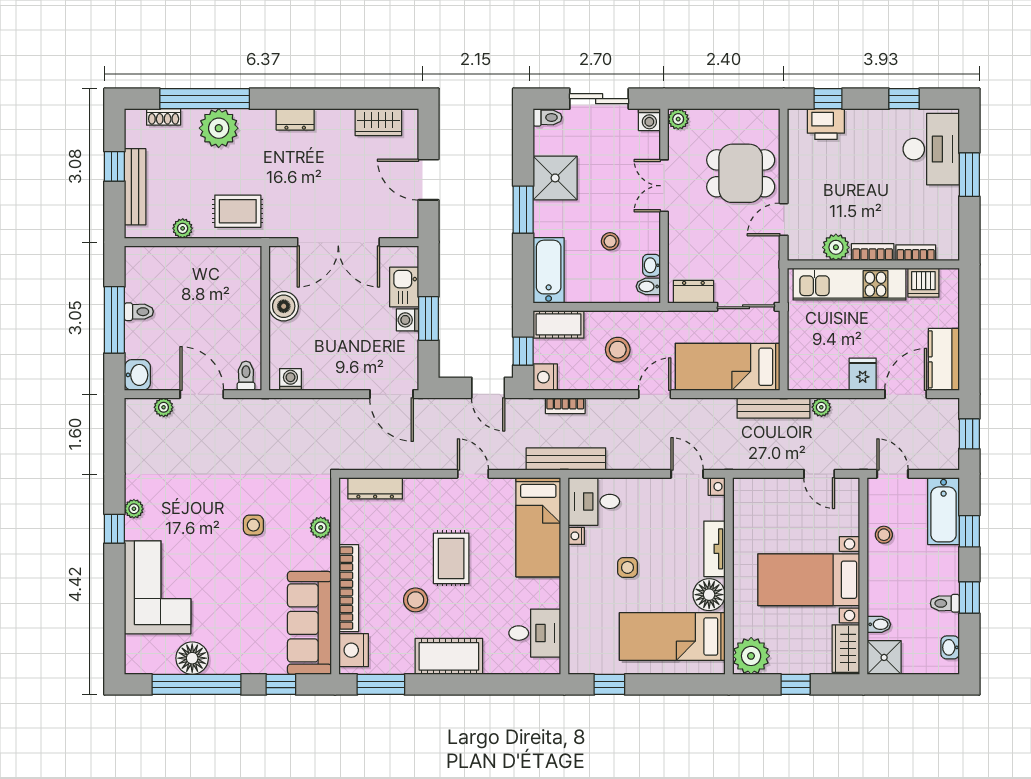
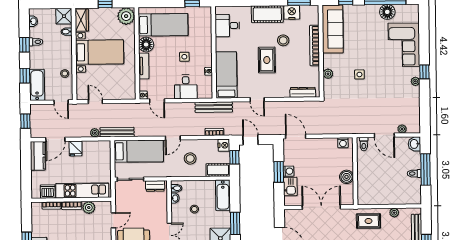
desk: (594, 501) -> (186, 87), moved, turned 90
nightstand: (354, 650) -> (292, 12), moved, turned -90

